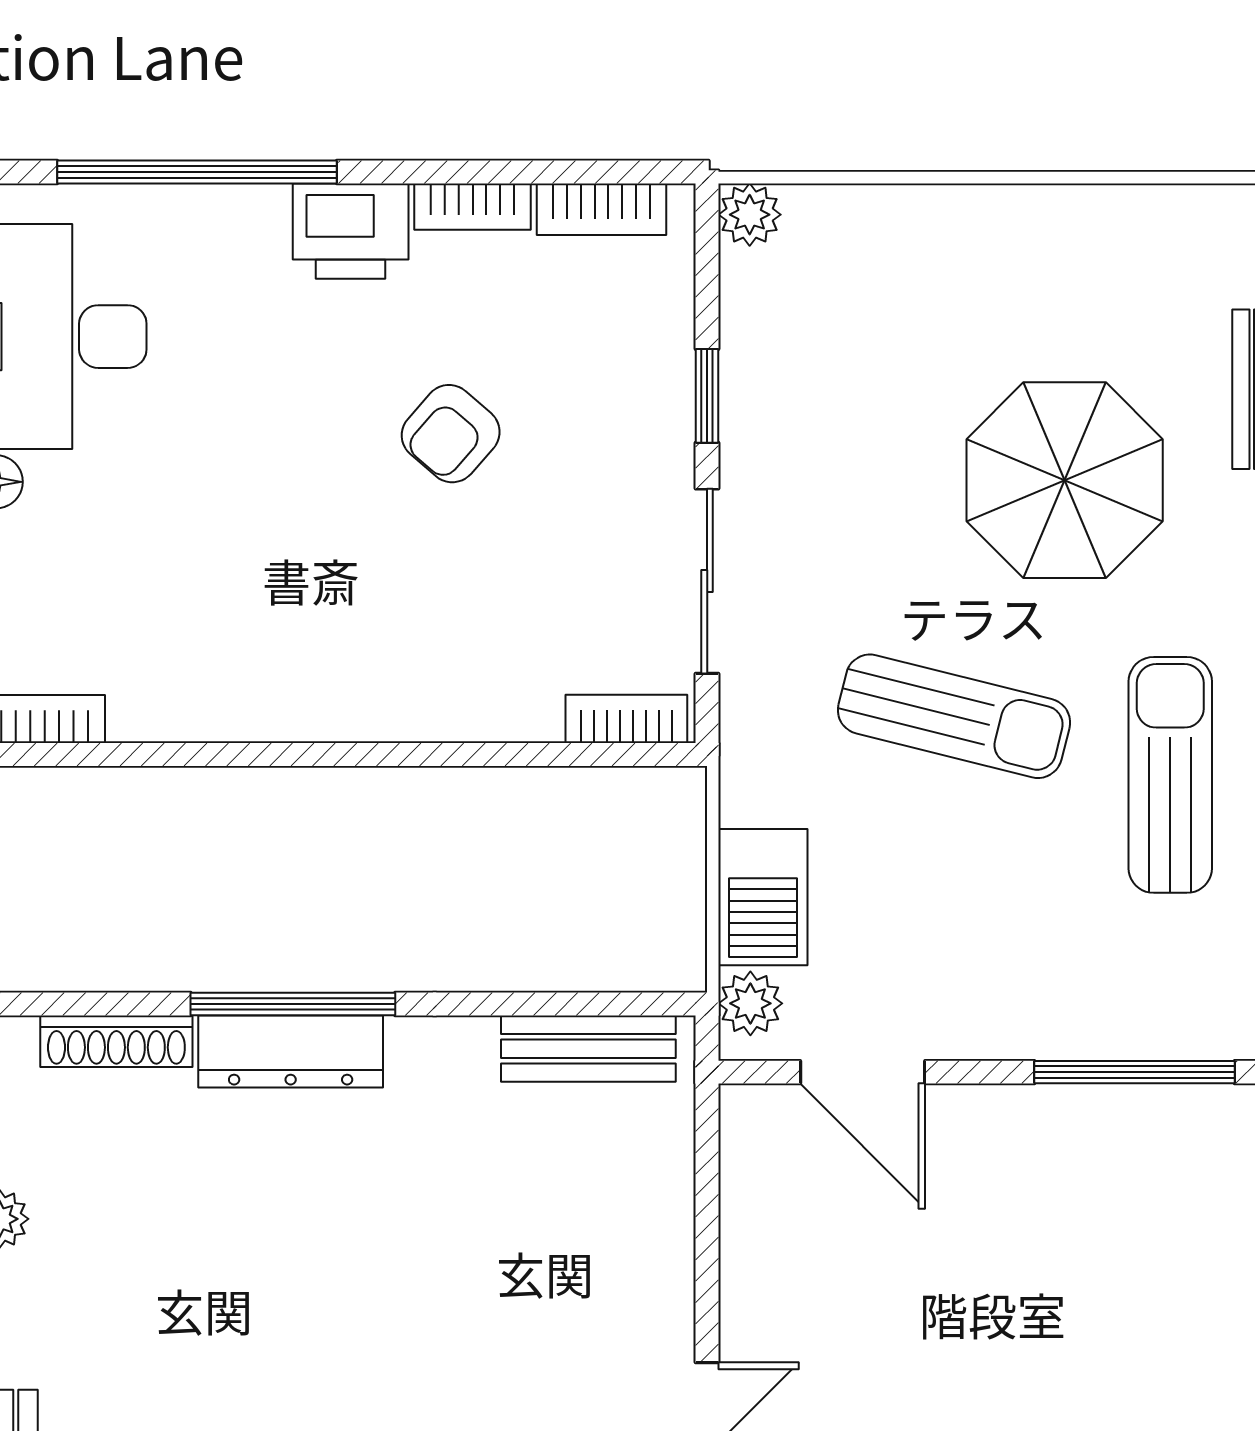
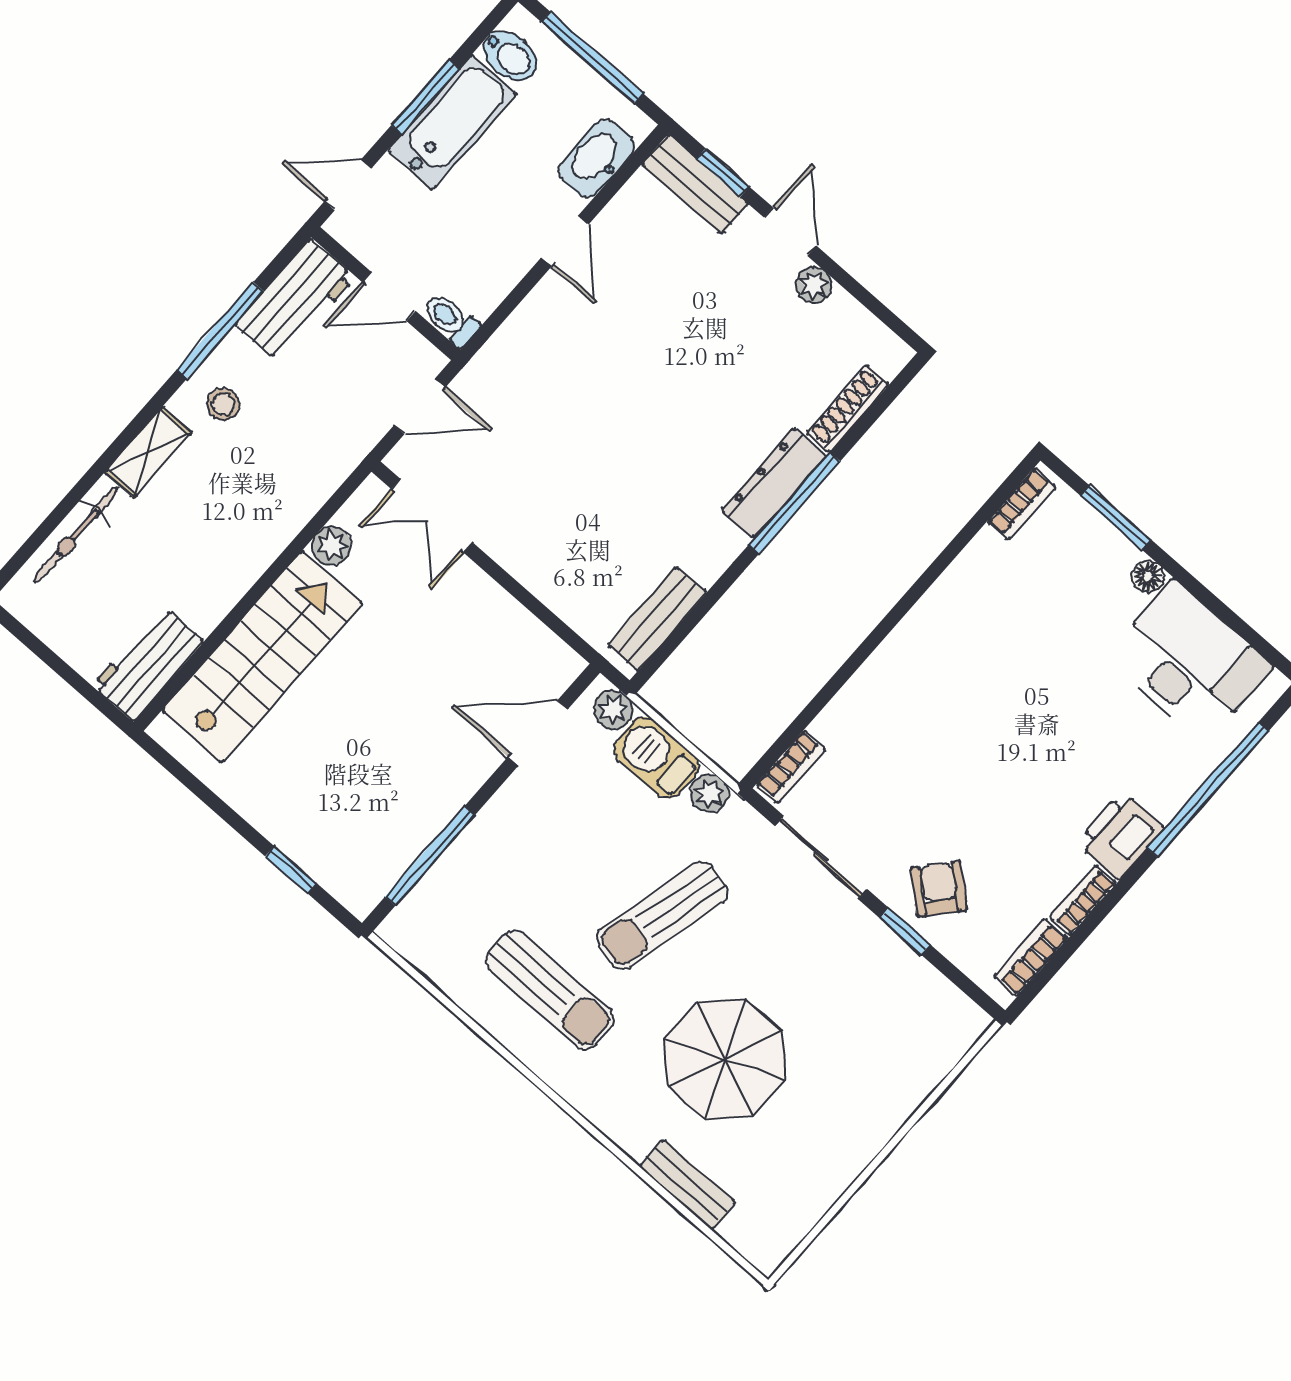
plant: (750, 215) -> (709, 793), moved
armchair: (451, 434) -> (939, 889), moved

